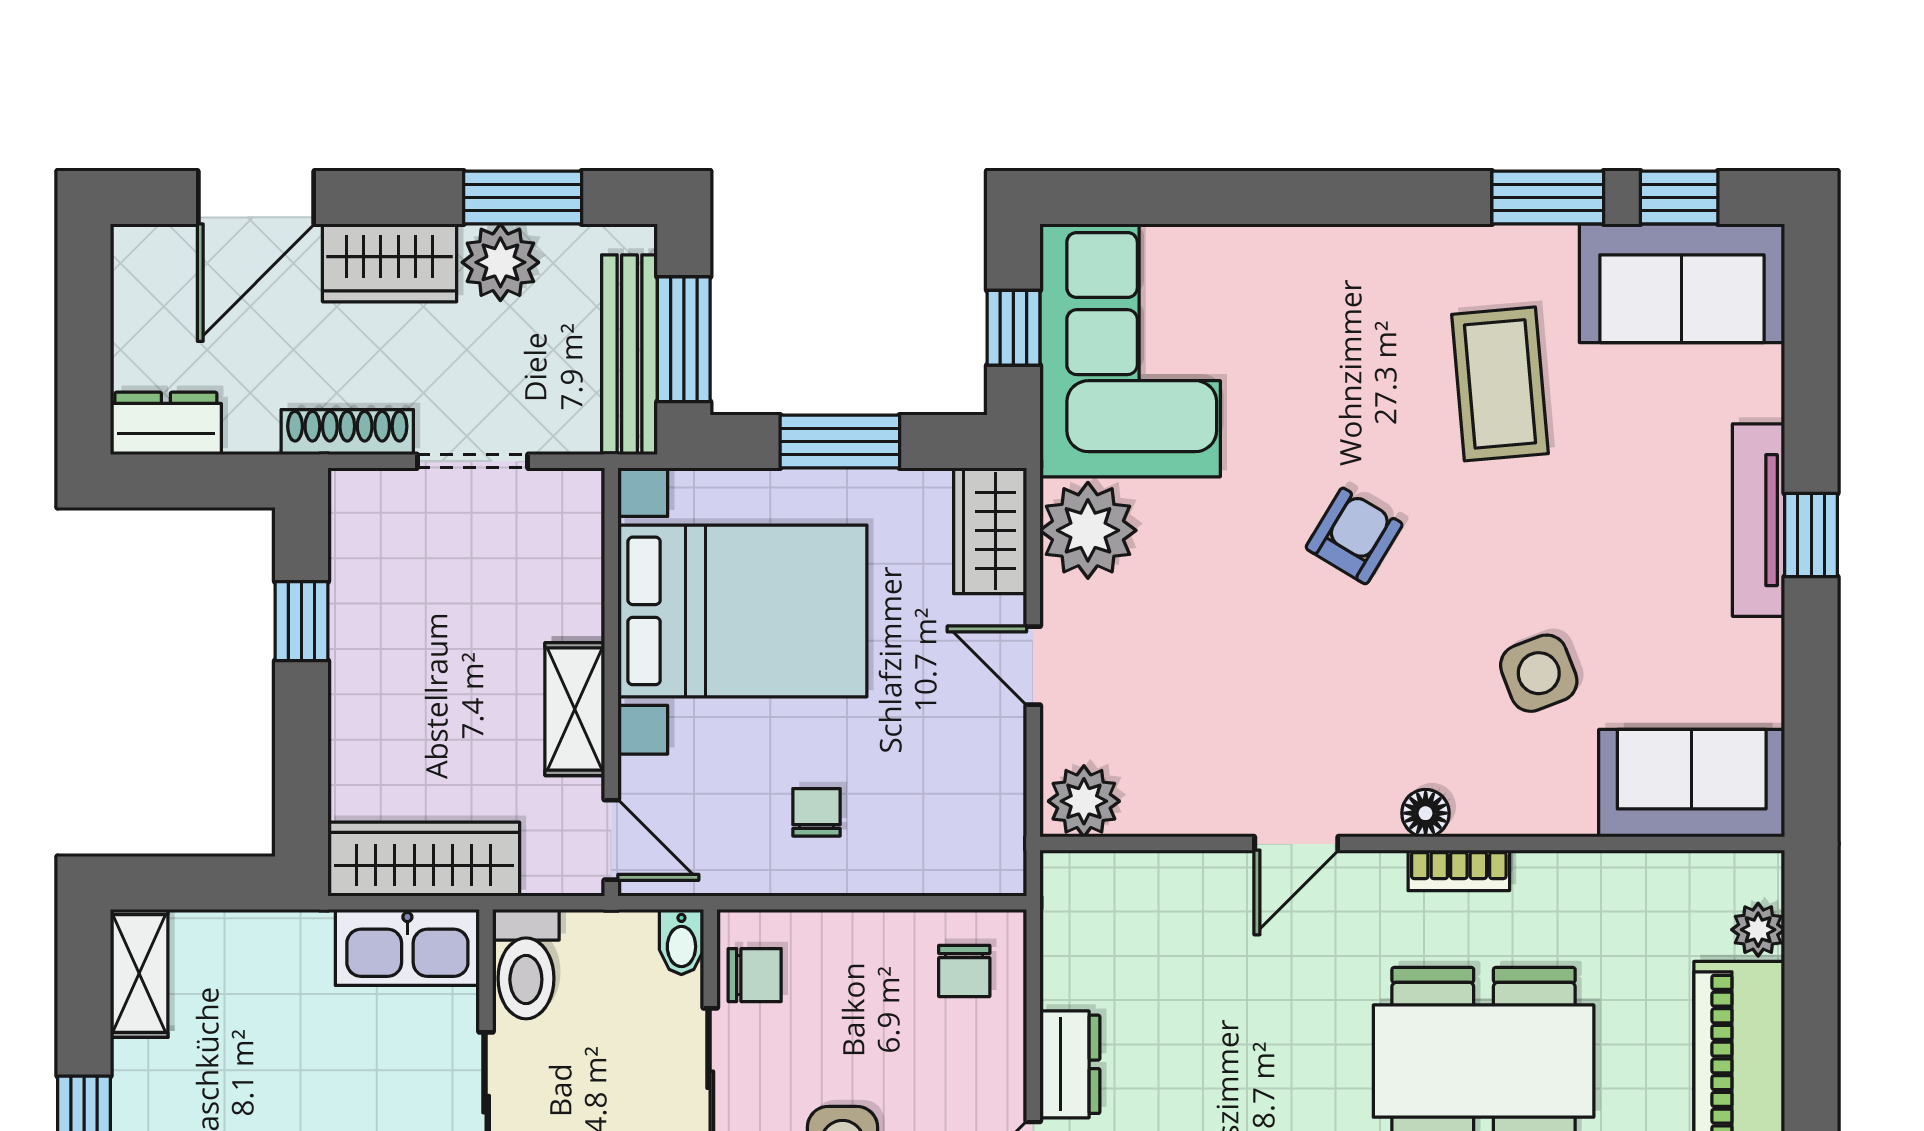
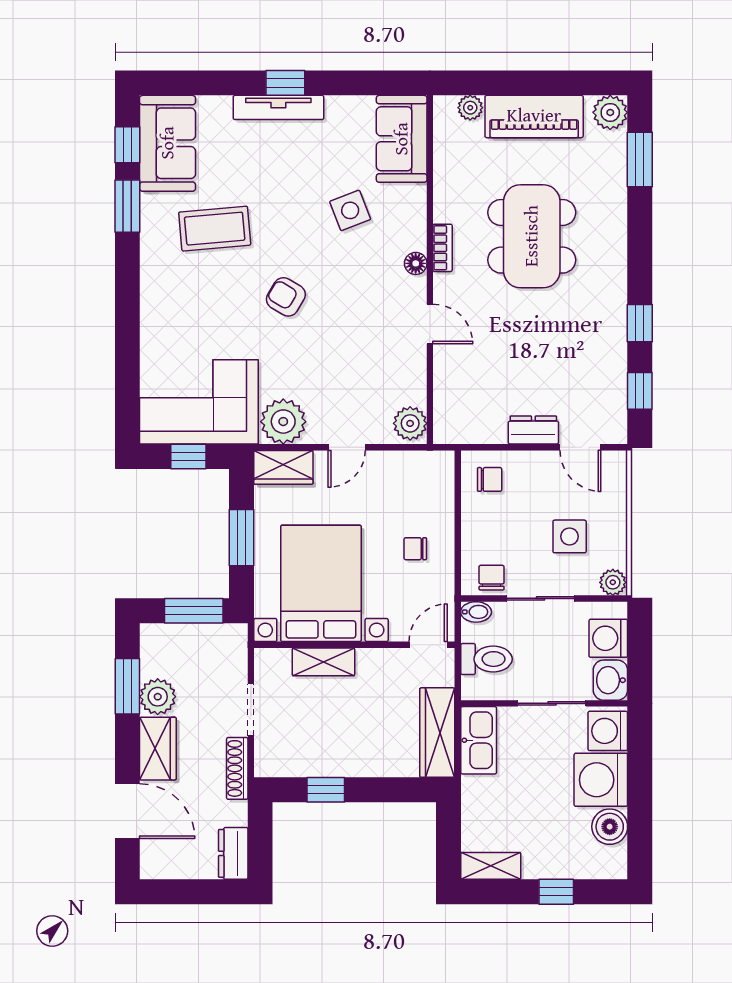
bench: (630, 355) -> (201, 636), removed
shelving: (575, 709) -> (323, 662), moved
toilet: (526, 964) -> (486, 659), moved

